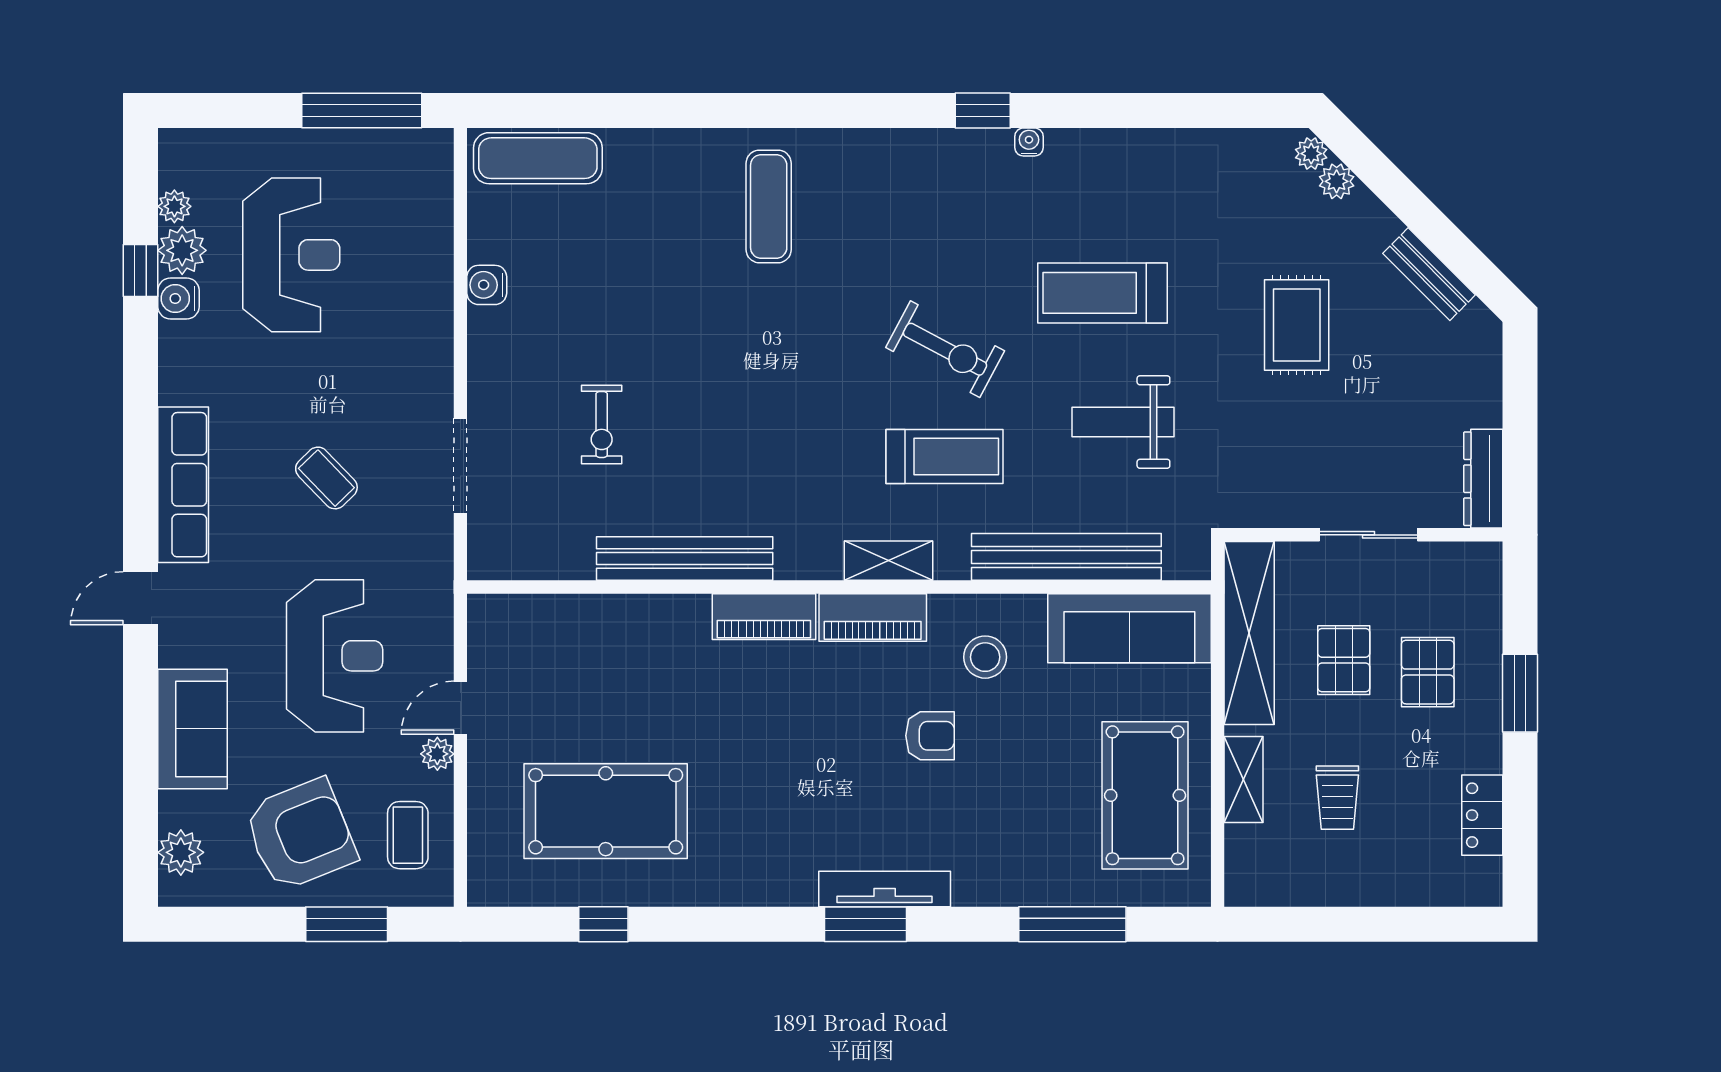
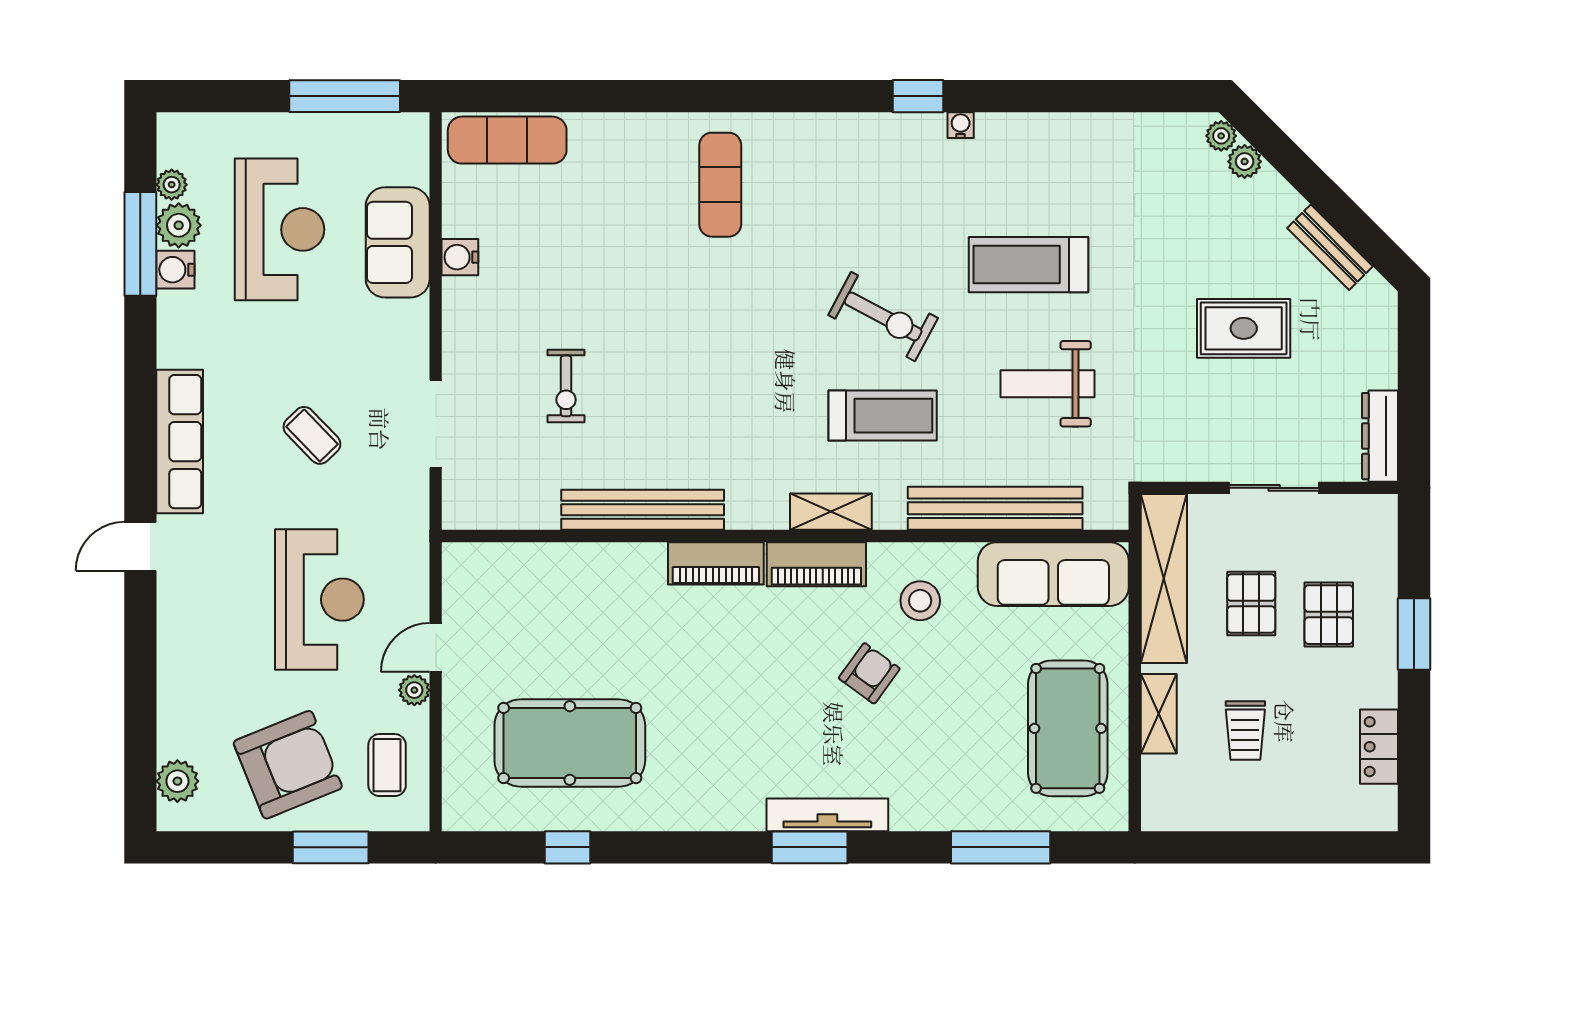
window: (141, 271) -> (140, 244), width x2.17
rug: (1297, 325) -> (1244, 328), moved, turned 90
sofa: (193, 729) -> (398, 242), moved, turned 180
armchair: (930, 736) -> (869, 673), turned -54

